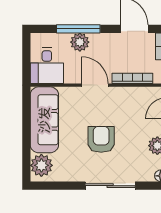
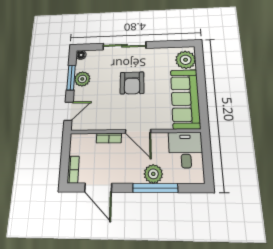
bookcase: (132, 78) -> (109, 138), width x0.64

